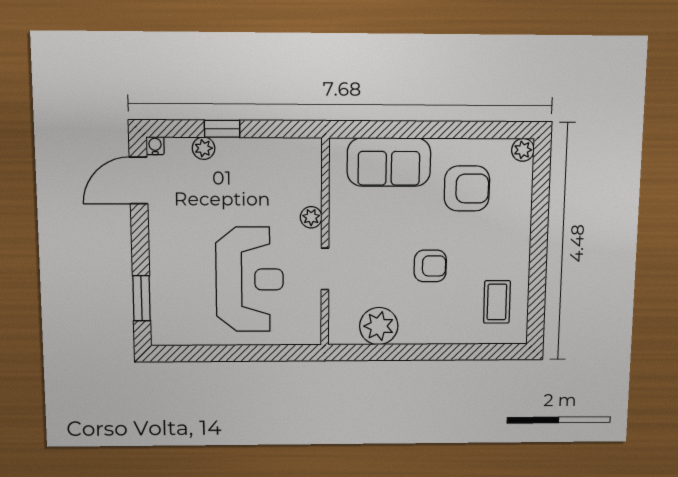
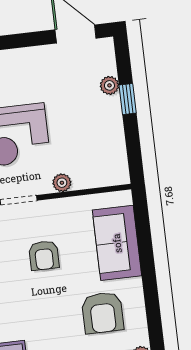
water cooler: (155, 146) -> (107, 45), removed
armchair: (430, 266) -> (44, 255), moved

